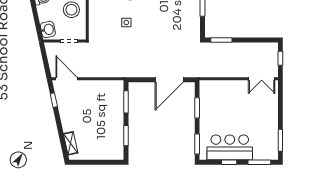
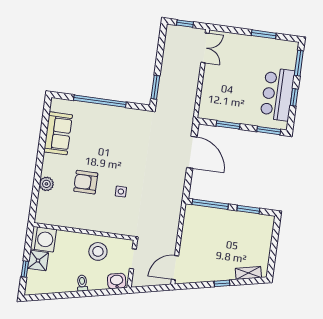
window: (54, 100) -> (222, 283), moved
window: (126, 102) -> (210, 204), width x1.44
window: (280, 140) -> (264, 34), moved

